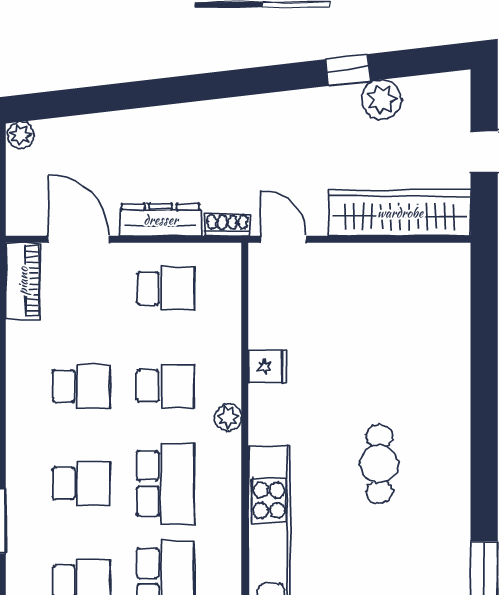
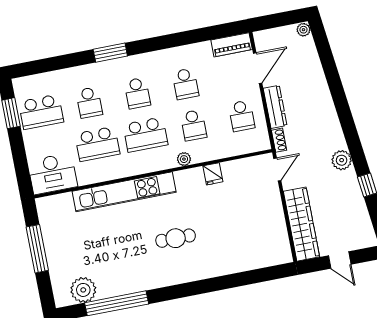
plant: (382, 99) -> (342, 160), moved

